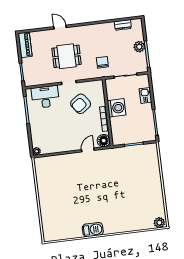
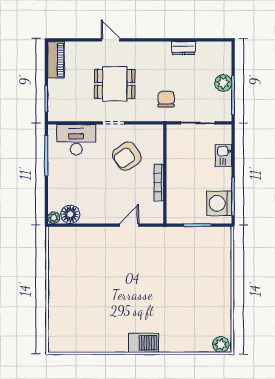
dresser: (123, 25) -> (183, 48), moved
washing machine: (117, 108) -> (219, 203), moved, turned 180
floor lamp: (104, 141) -> (70, 214), moved
barbecue: (93, 230) -> (144, 343), moved

